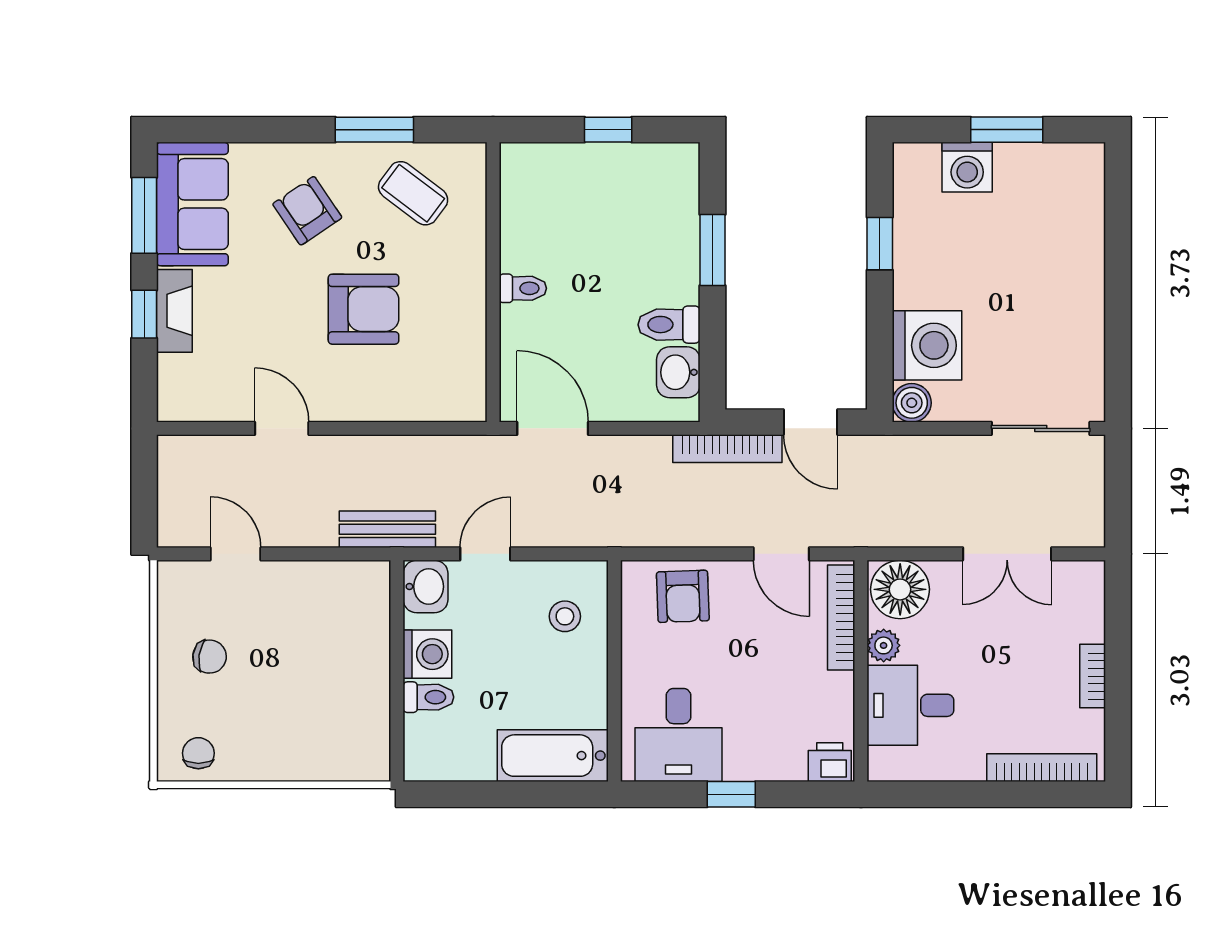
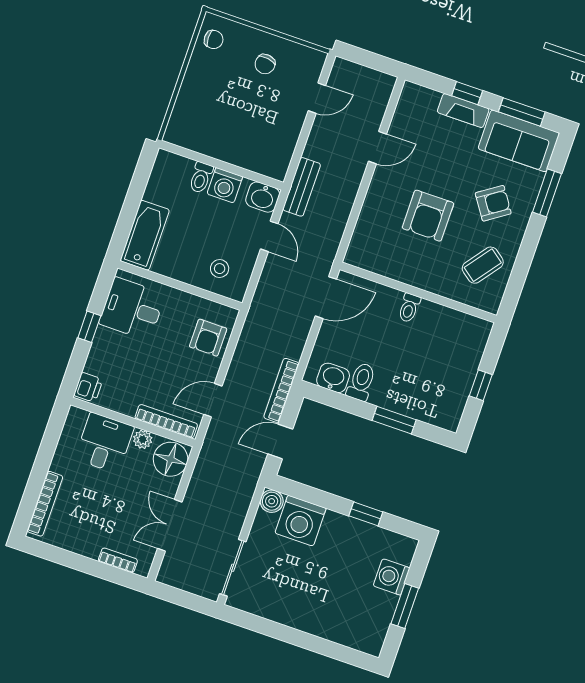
window: (374, 130) -> (547, 193), moved
armchair: (683, 596) -> (208, 338), turned -88
bookcase: (1093, 676) -> (118, 560), moved

